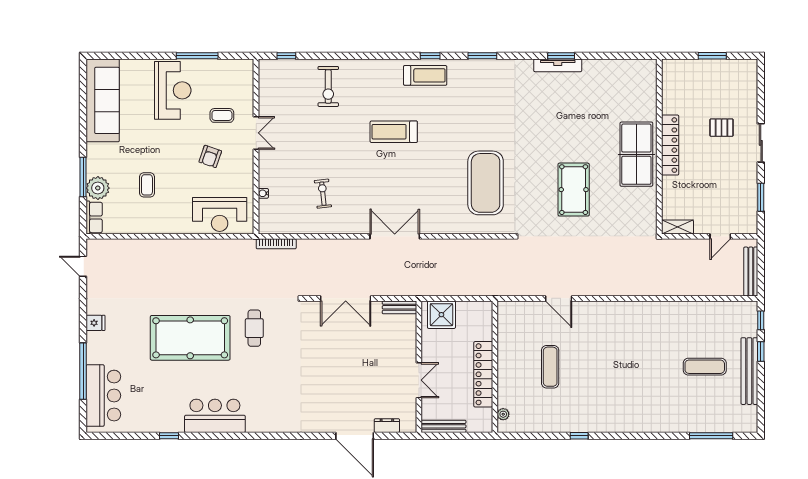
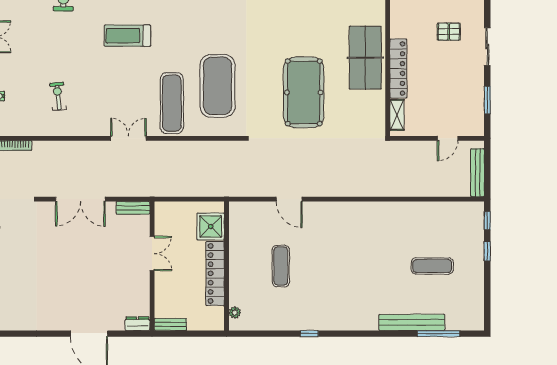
locker: (670, 145) -> (398, 69), moved
pool table: (574, 190) -> (304, 92), width x1.36, depth x1.32
exercise mat: (439, 201) -> (172, 103), added
shelving: (677, 227) -> (397, 115), moved, turned 90
double door: (395, 236) -> (128, 138), width x0.73
shower: (441, 315) -> (211, 226), moved
bench: (749, 371) -> (412, 322), moved, turned 90
double door: (419, 380) -> (152, 254), moved
dresser: (387, 426) -> (137, 324), moved
bench: (443, 426) -> (170, 324), width x0.73

